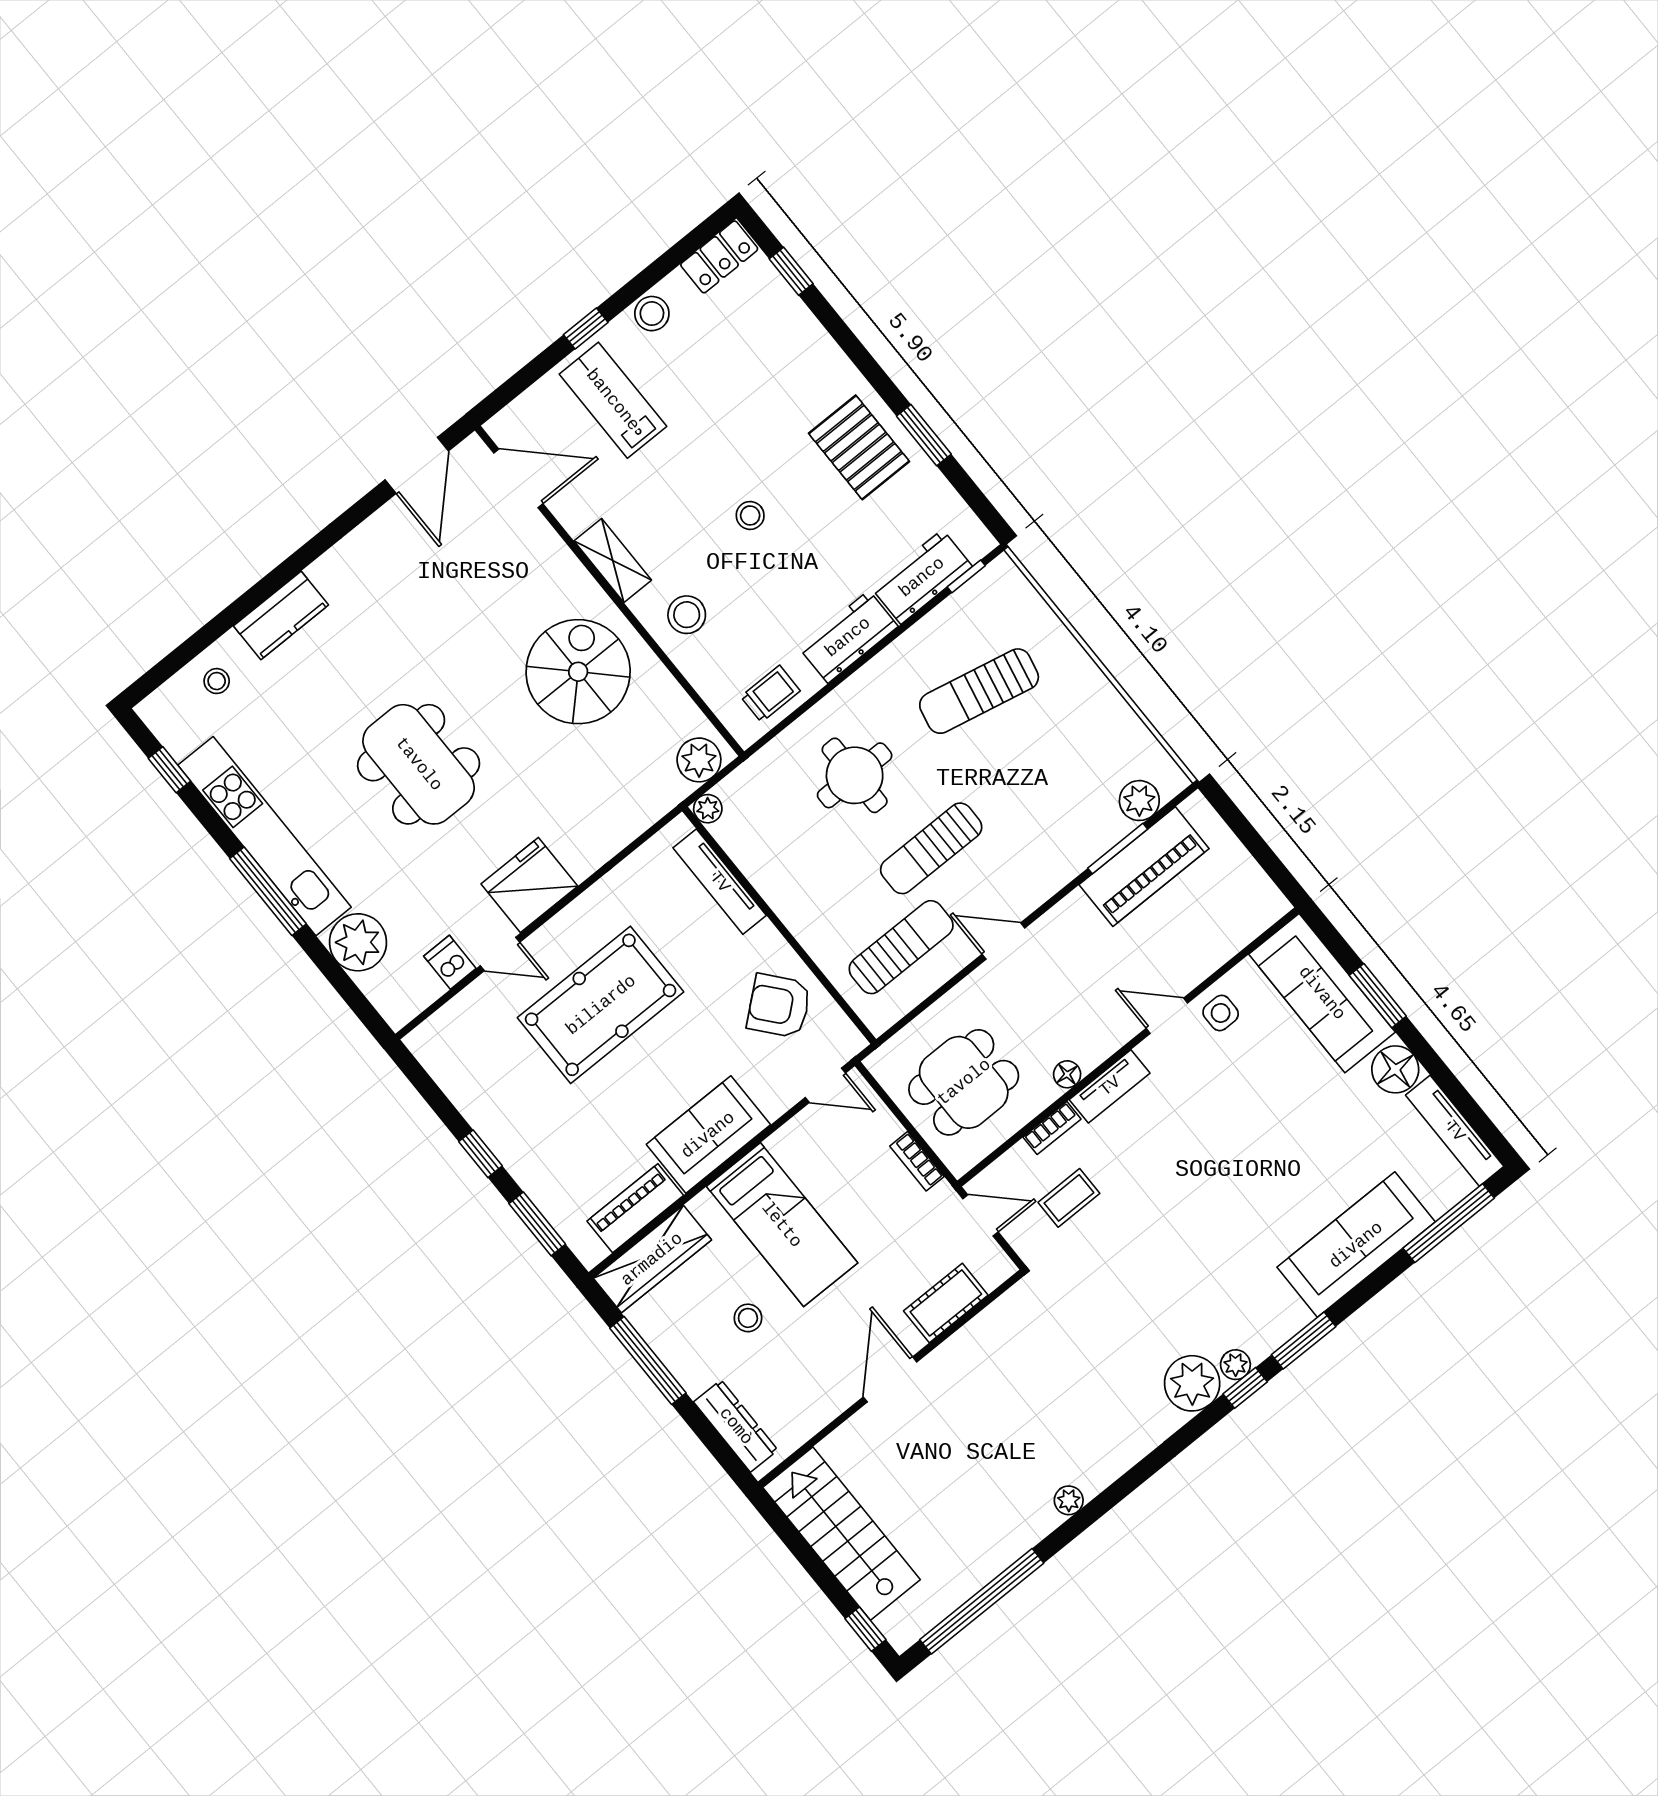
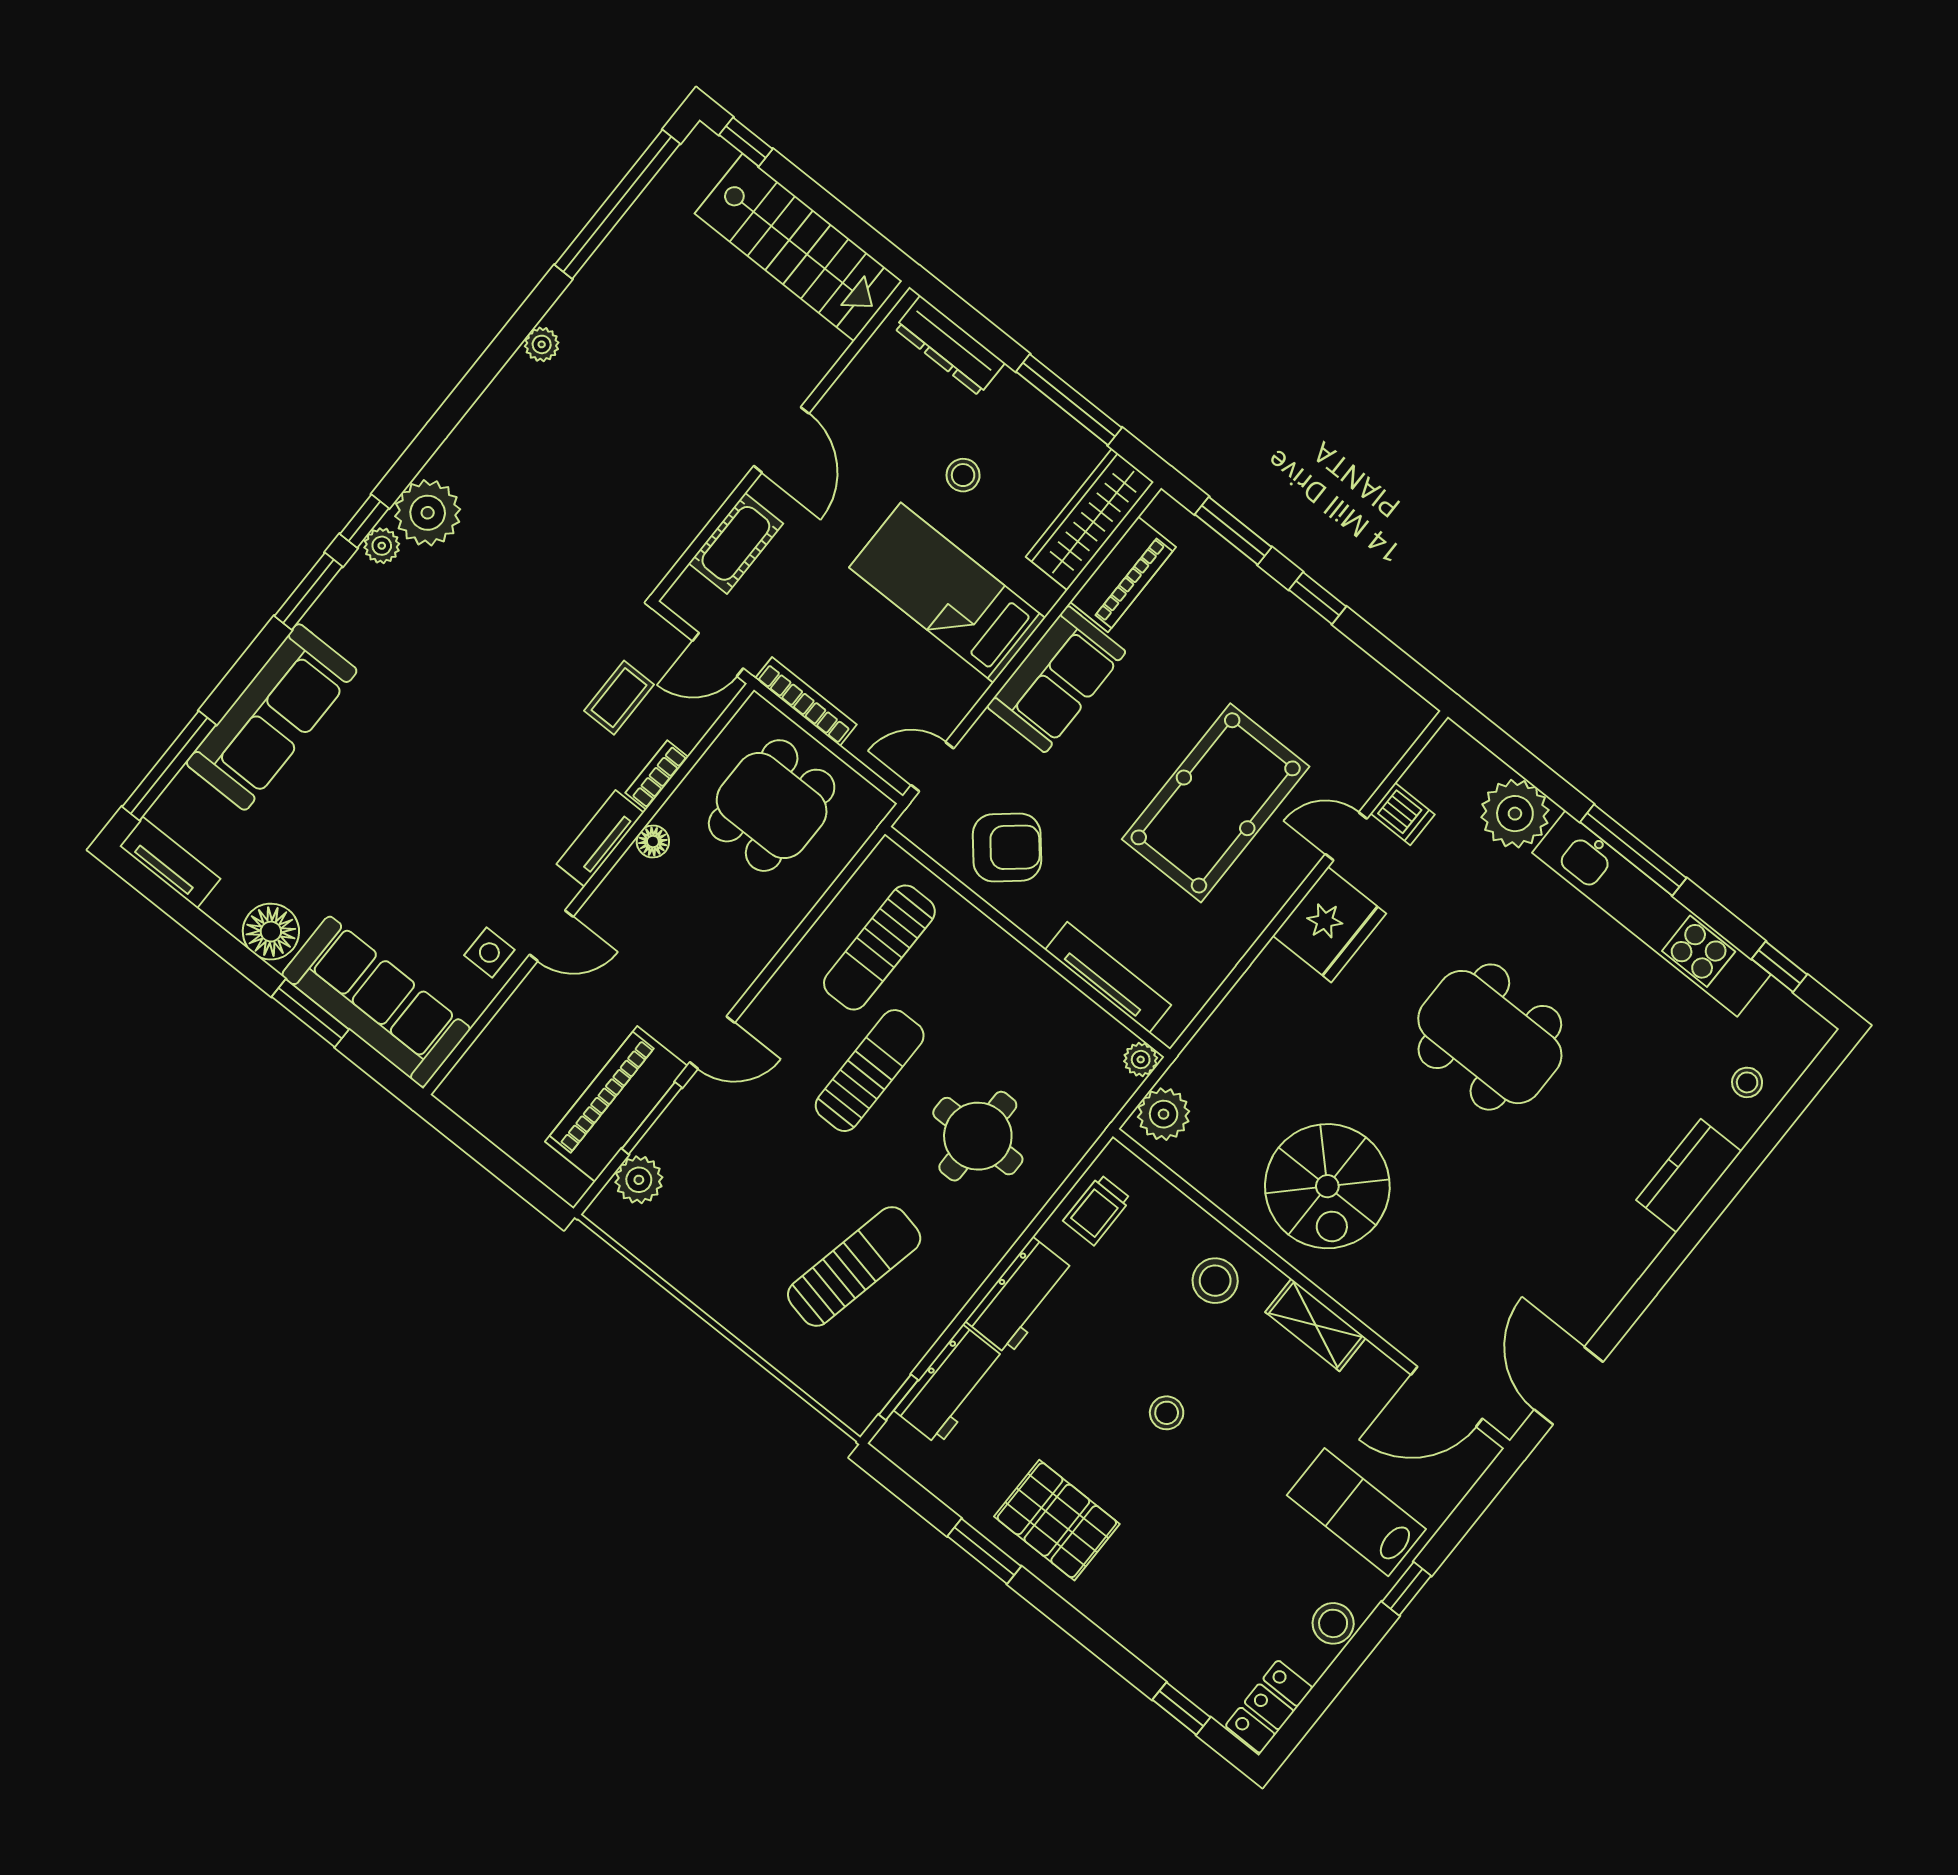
lab bench: (613, 400) -> (1356, 1512), turned 180
door: (1003, 941) -> (712, 1042), moved
tv unit: (1455, 1131) -> (170, 862), width x0.71
bookcase: (917, 1161) -> (806, 701), width x1.56

